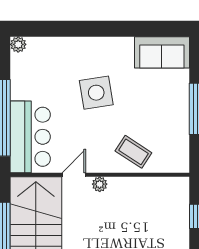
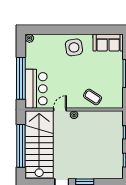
side table: (96, 93) -> (74, 47), moved

